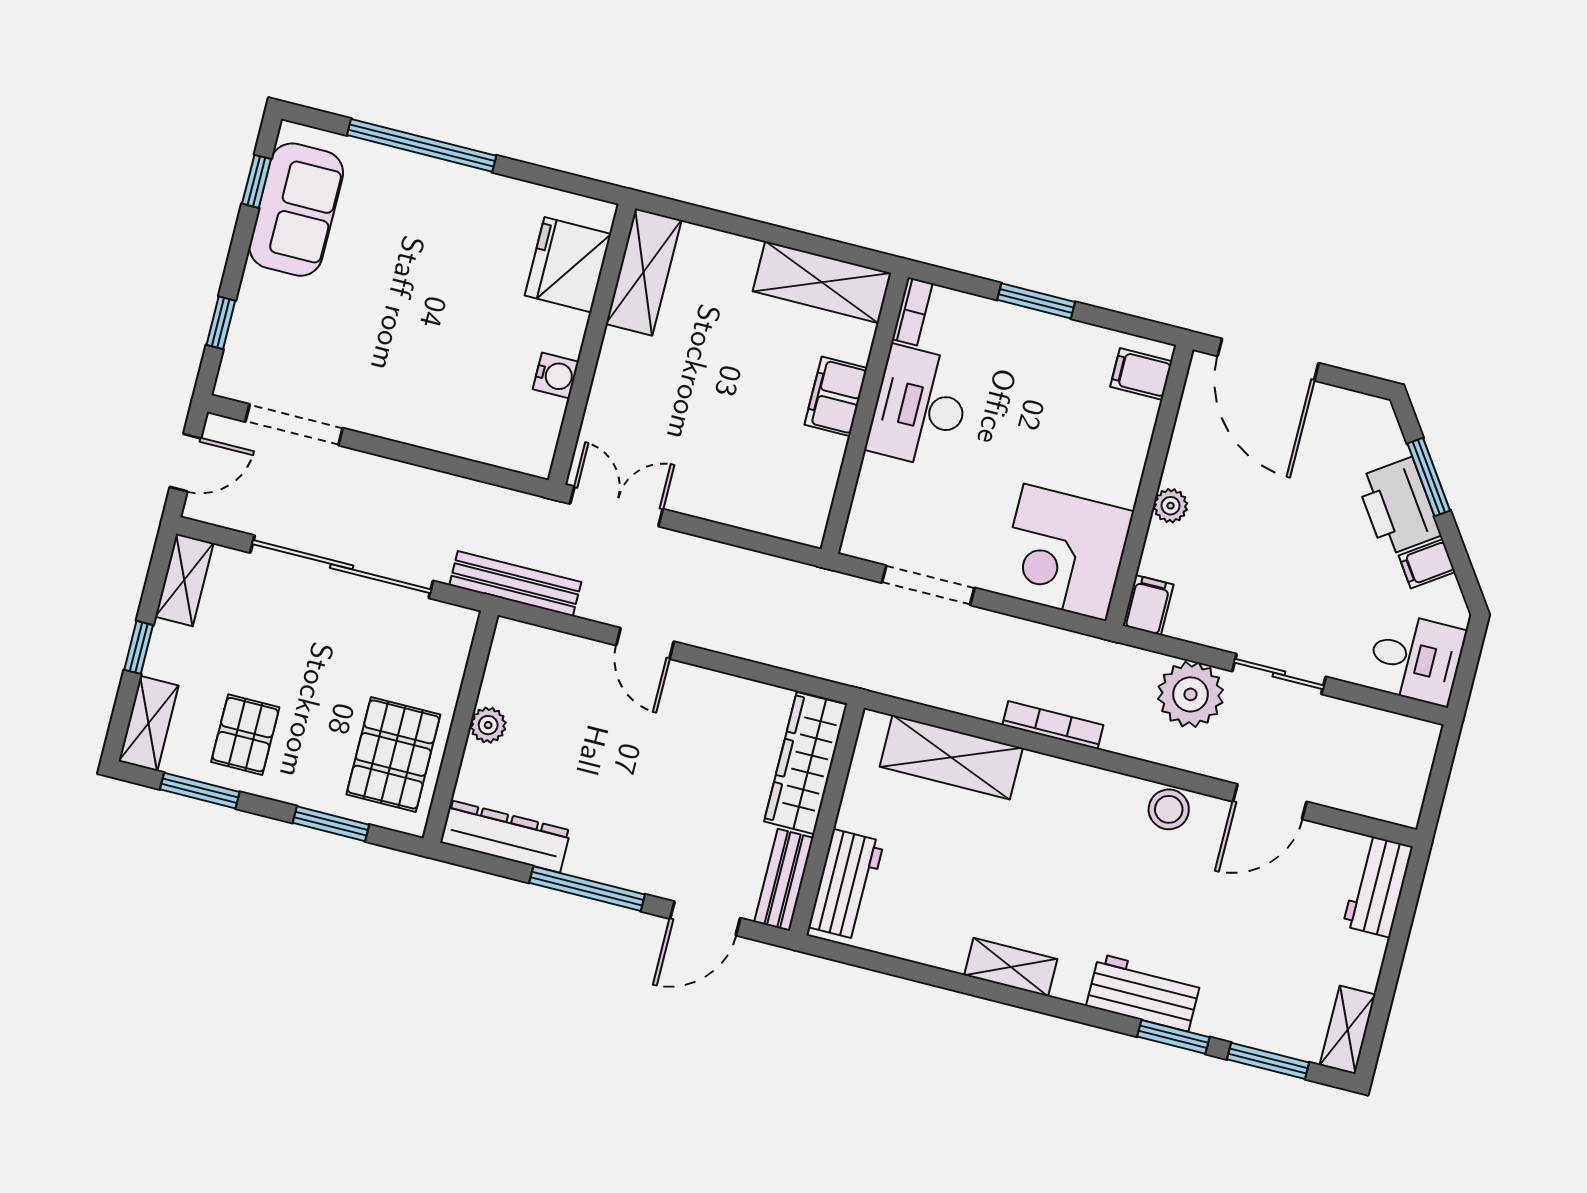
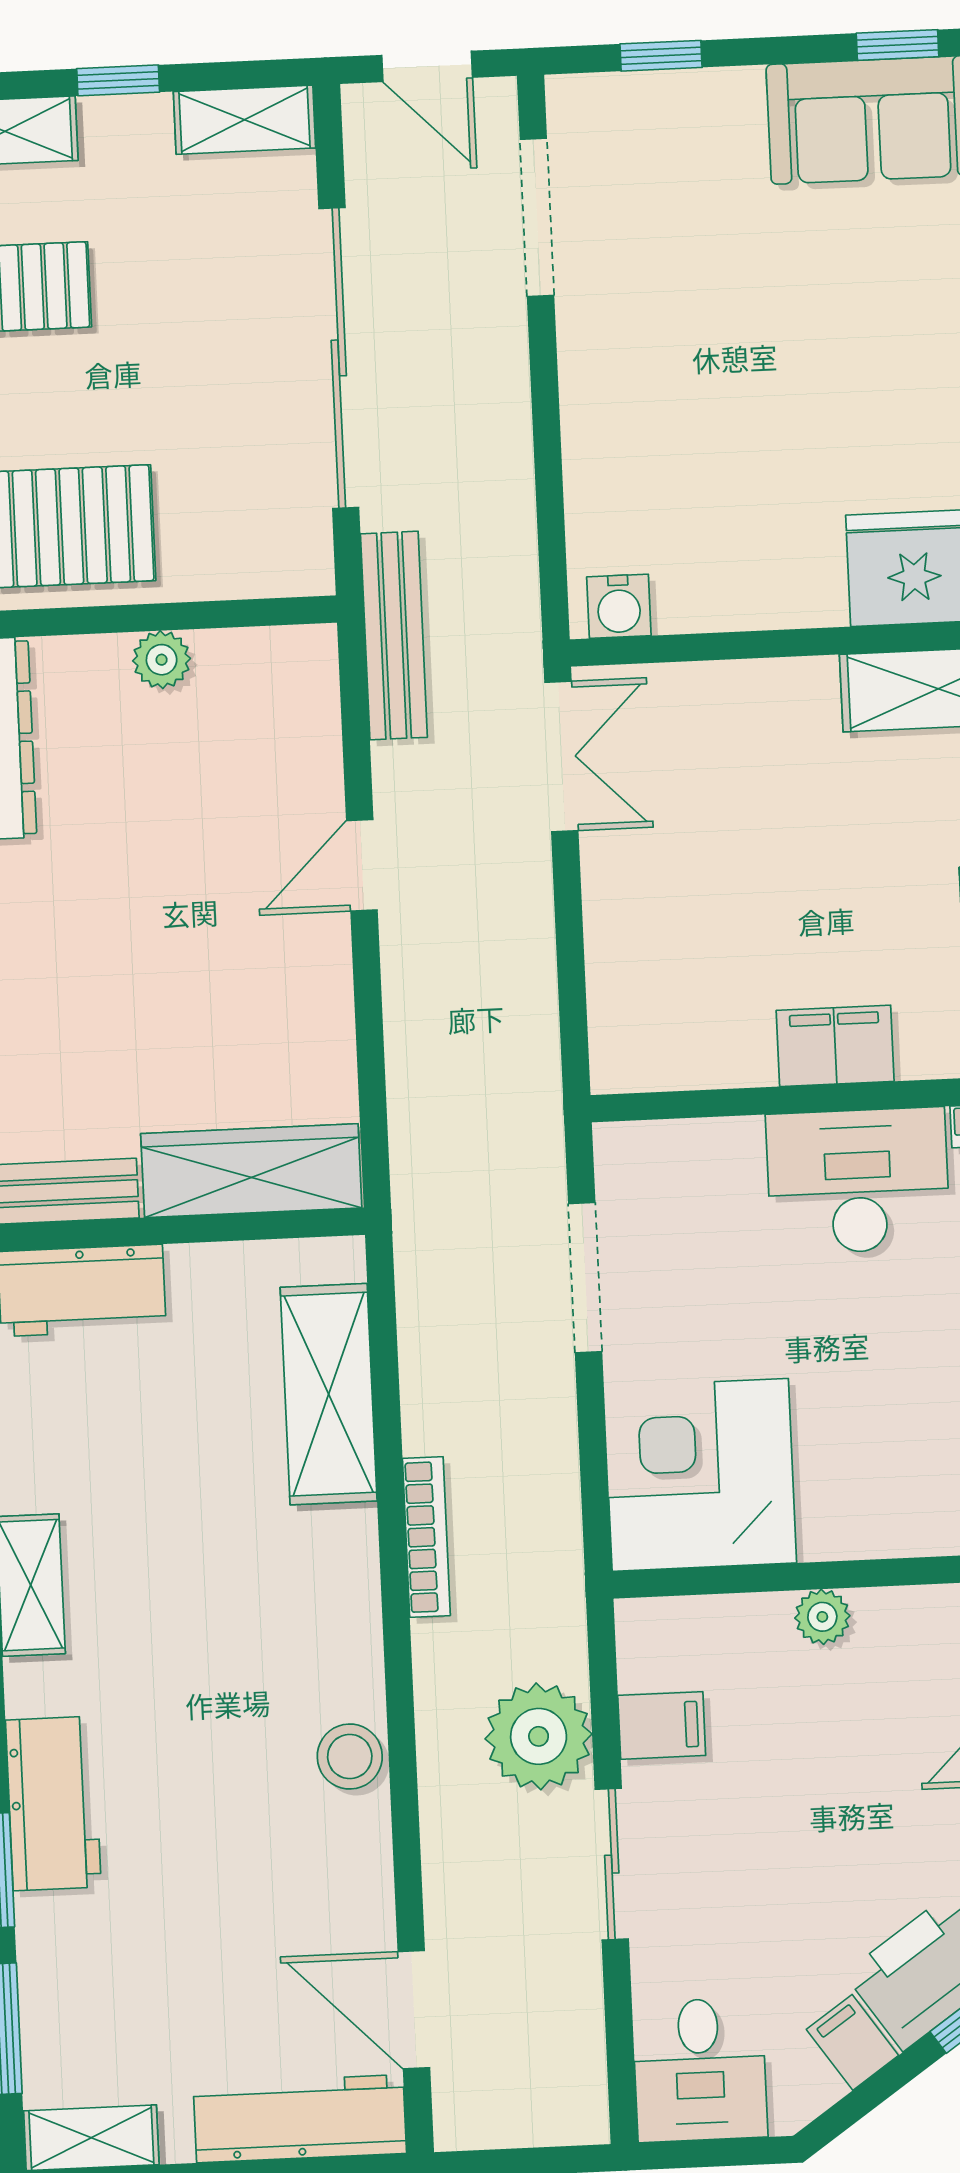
water cooler: (556, 376) -> (619, 606), moved
filing cabinet: (1148, 605) -> (662, 1725), moved
door: (1270, 802) -> (414, 2010), moved
workbench: (1378, 886) -> (300, 2119), width x1.38

